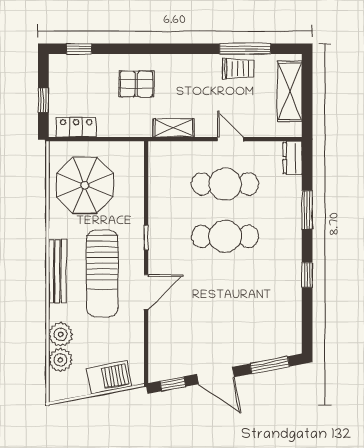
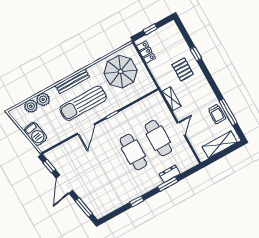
window: (79, 49) -> (196, 54), moved
dresser: (292, 158) -> (170, 174), moved
door: (146, 292) -> (86, 129), hinge flipped

